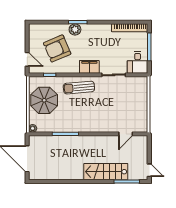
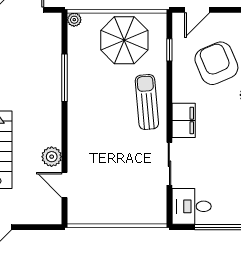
plant: (110, 141) -> (52, 157), added

